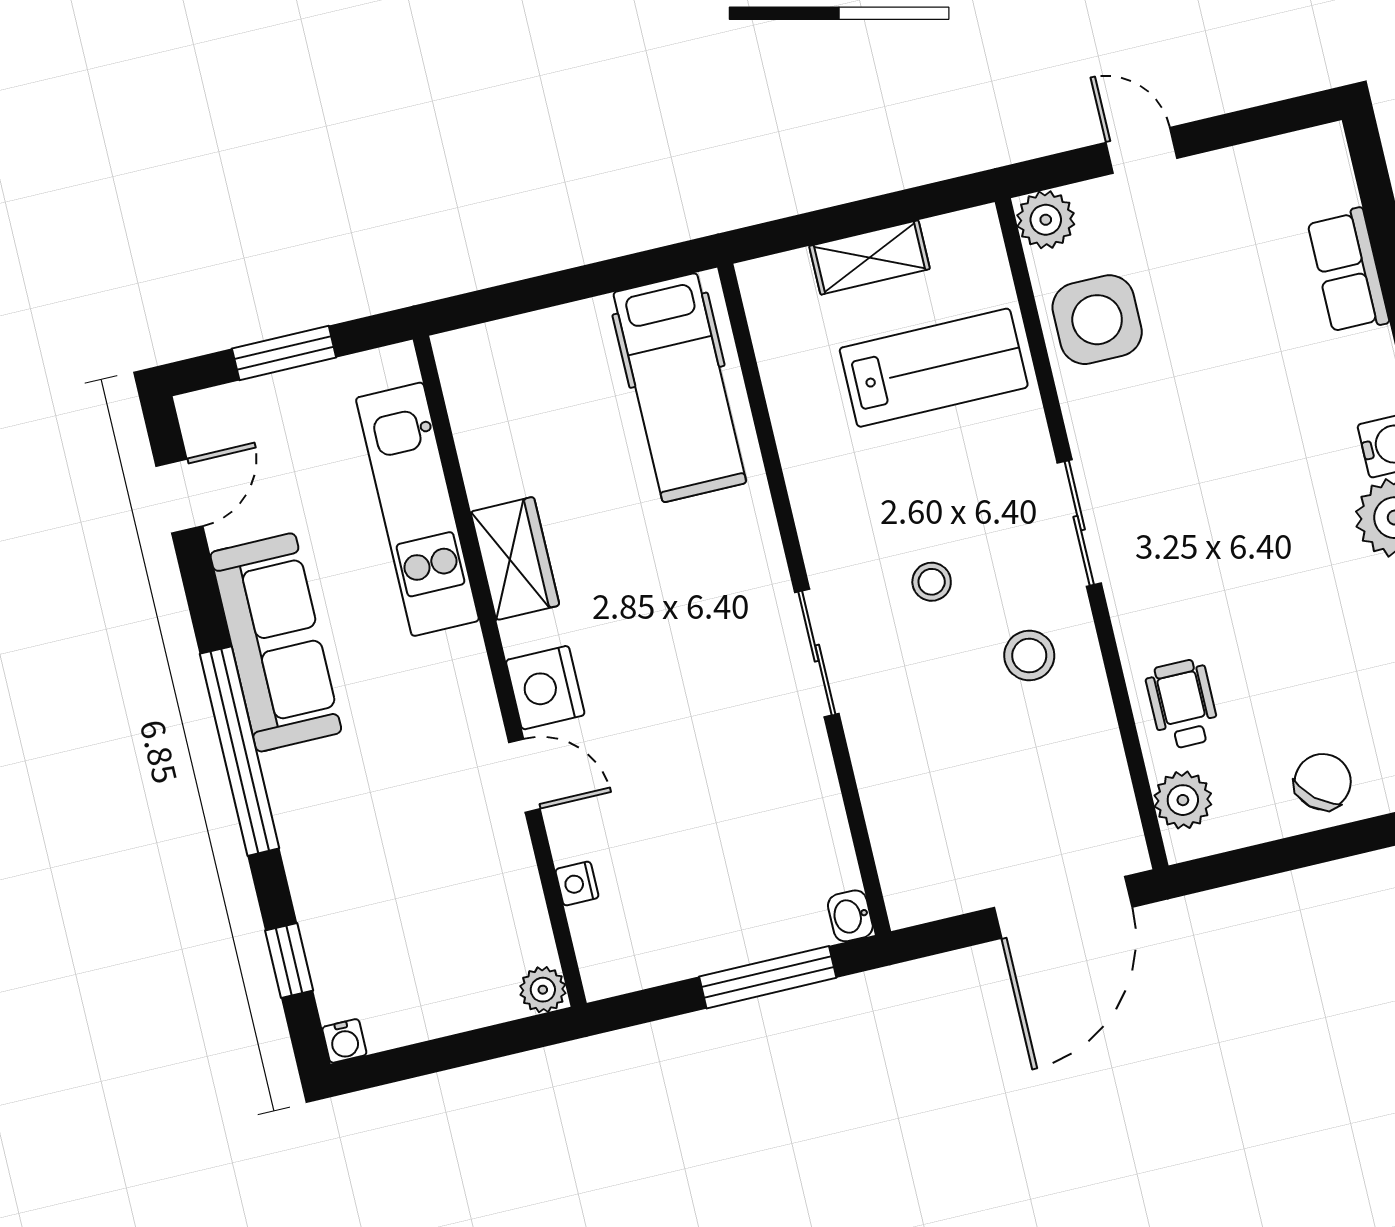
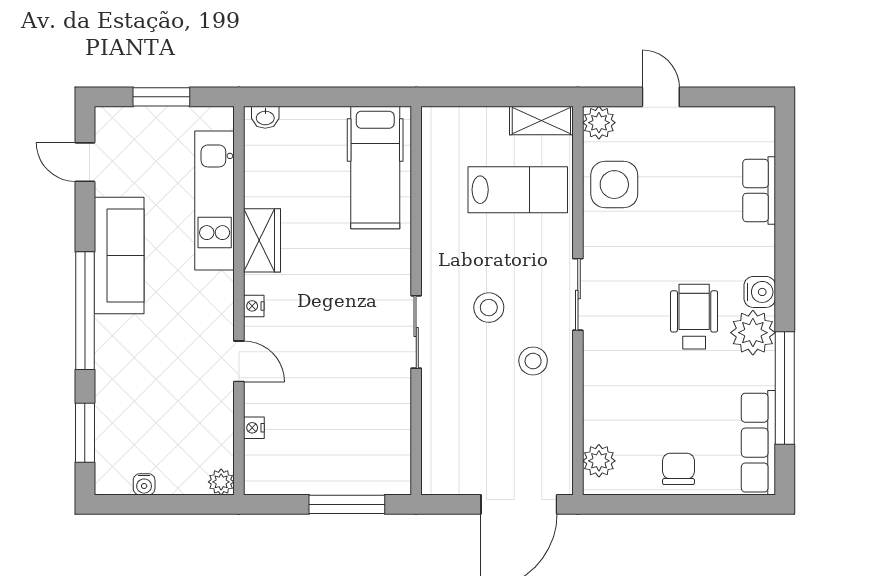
shelving: (870, 257) -> (541, 121), moved
door: (179, 496) -> (85, 162), swing flipped
stool: (932, 582) -> (489, 308), width x1.37, depth x1.37
nightstand: (545, 688) -> (254, 306), width x0.53, depth x0.56
wheelchair: (1183, 704) -> (694, 317), moved, width x1.36, depth x1.37
chair: (1323, 782) -> (678, 469), turned -41
washbasin: (850, 916) -> (265, 117), moved, turned -90
window: (289, 961) -> (85, 433), width x1.50
water cooler: (344, 1041) -> (144, 484), moved

